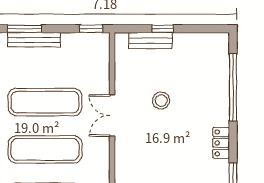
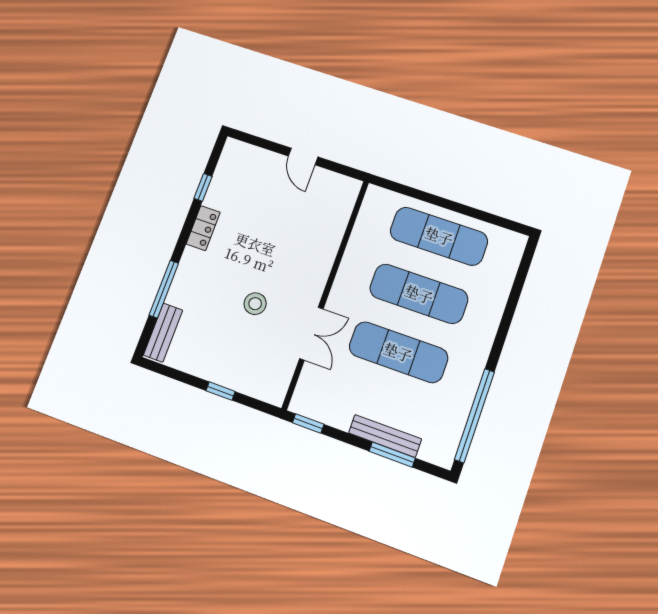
bench: (150, 41) -> (163, 333), moved, turned 90
window: (233, 87) -> (164, 289), width x0.68
double door: (112, 115) -> (311, 334), moved

